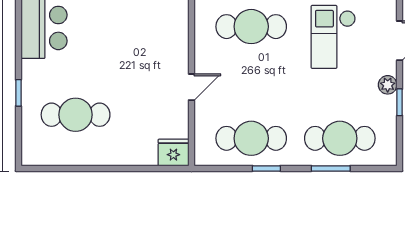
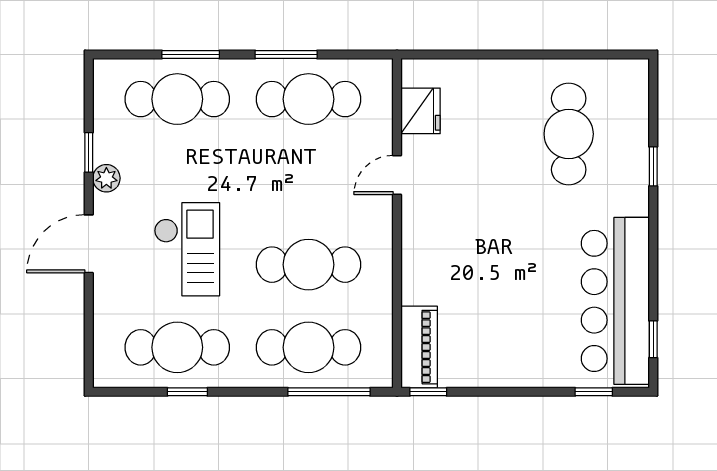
cafe table: (76, 115) -> (569, 134), turned 90
fridge: (173, 152) -> (421, 111), moved, turned -90
window: (266, 168) -> (286, 54), width x1.50

